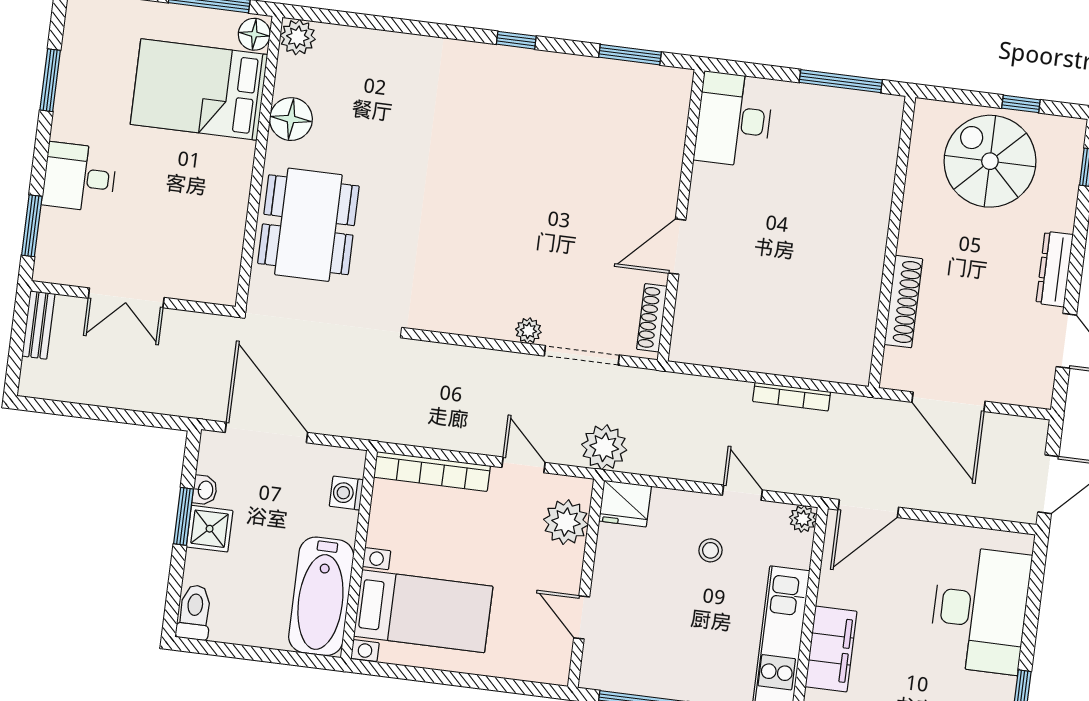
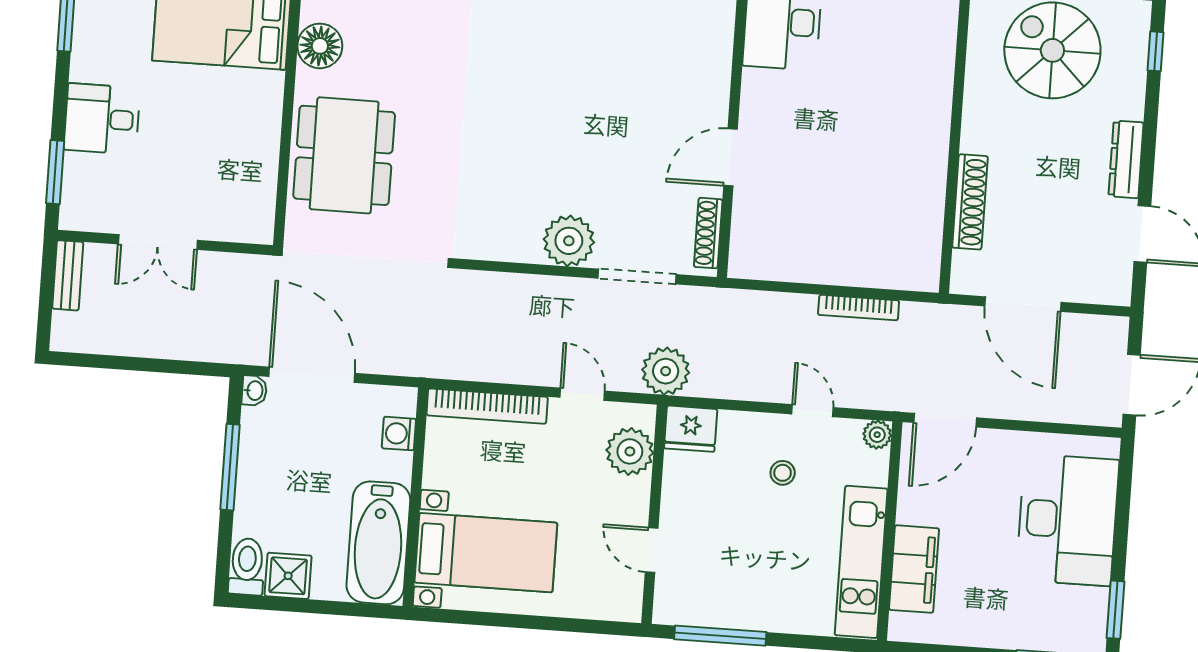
plant: (528, 331) -> (569, 241), width x1.88, depth x1.88
washbasin: (205, 490) -> (254, 391), moved
window: (183, 516) -> (230, 467), width x1.44
shower: (210, 529) -> (288, 576), moved

